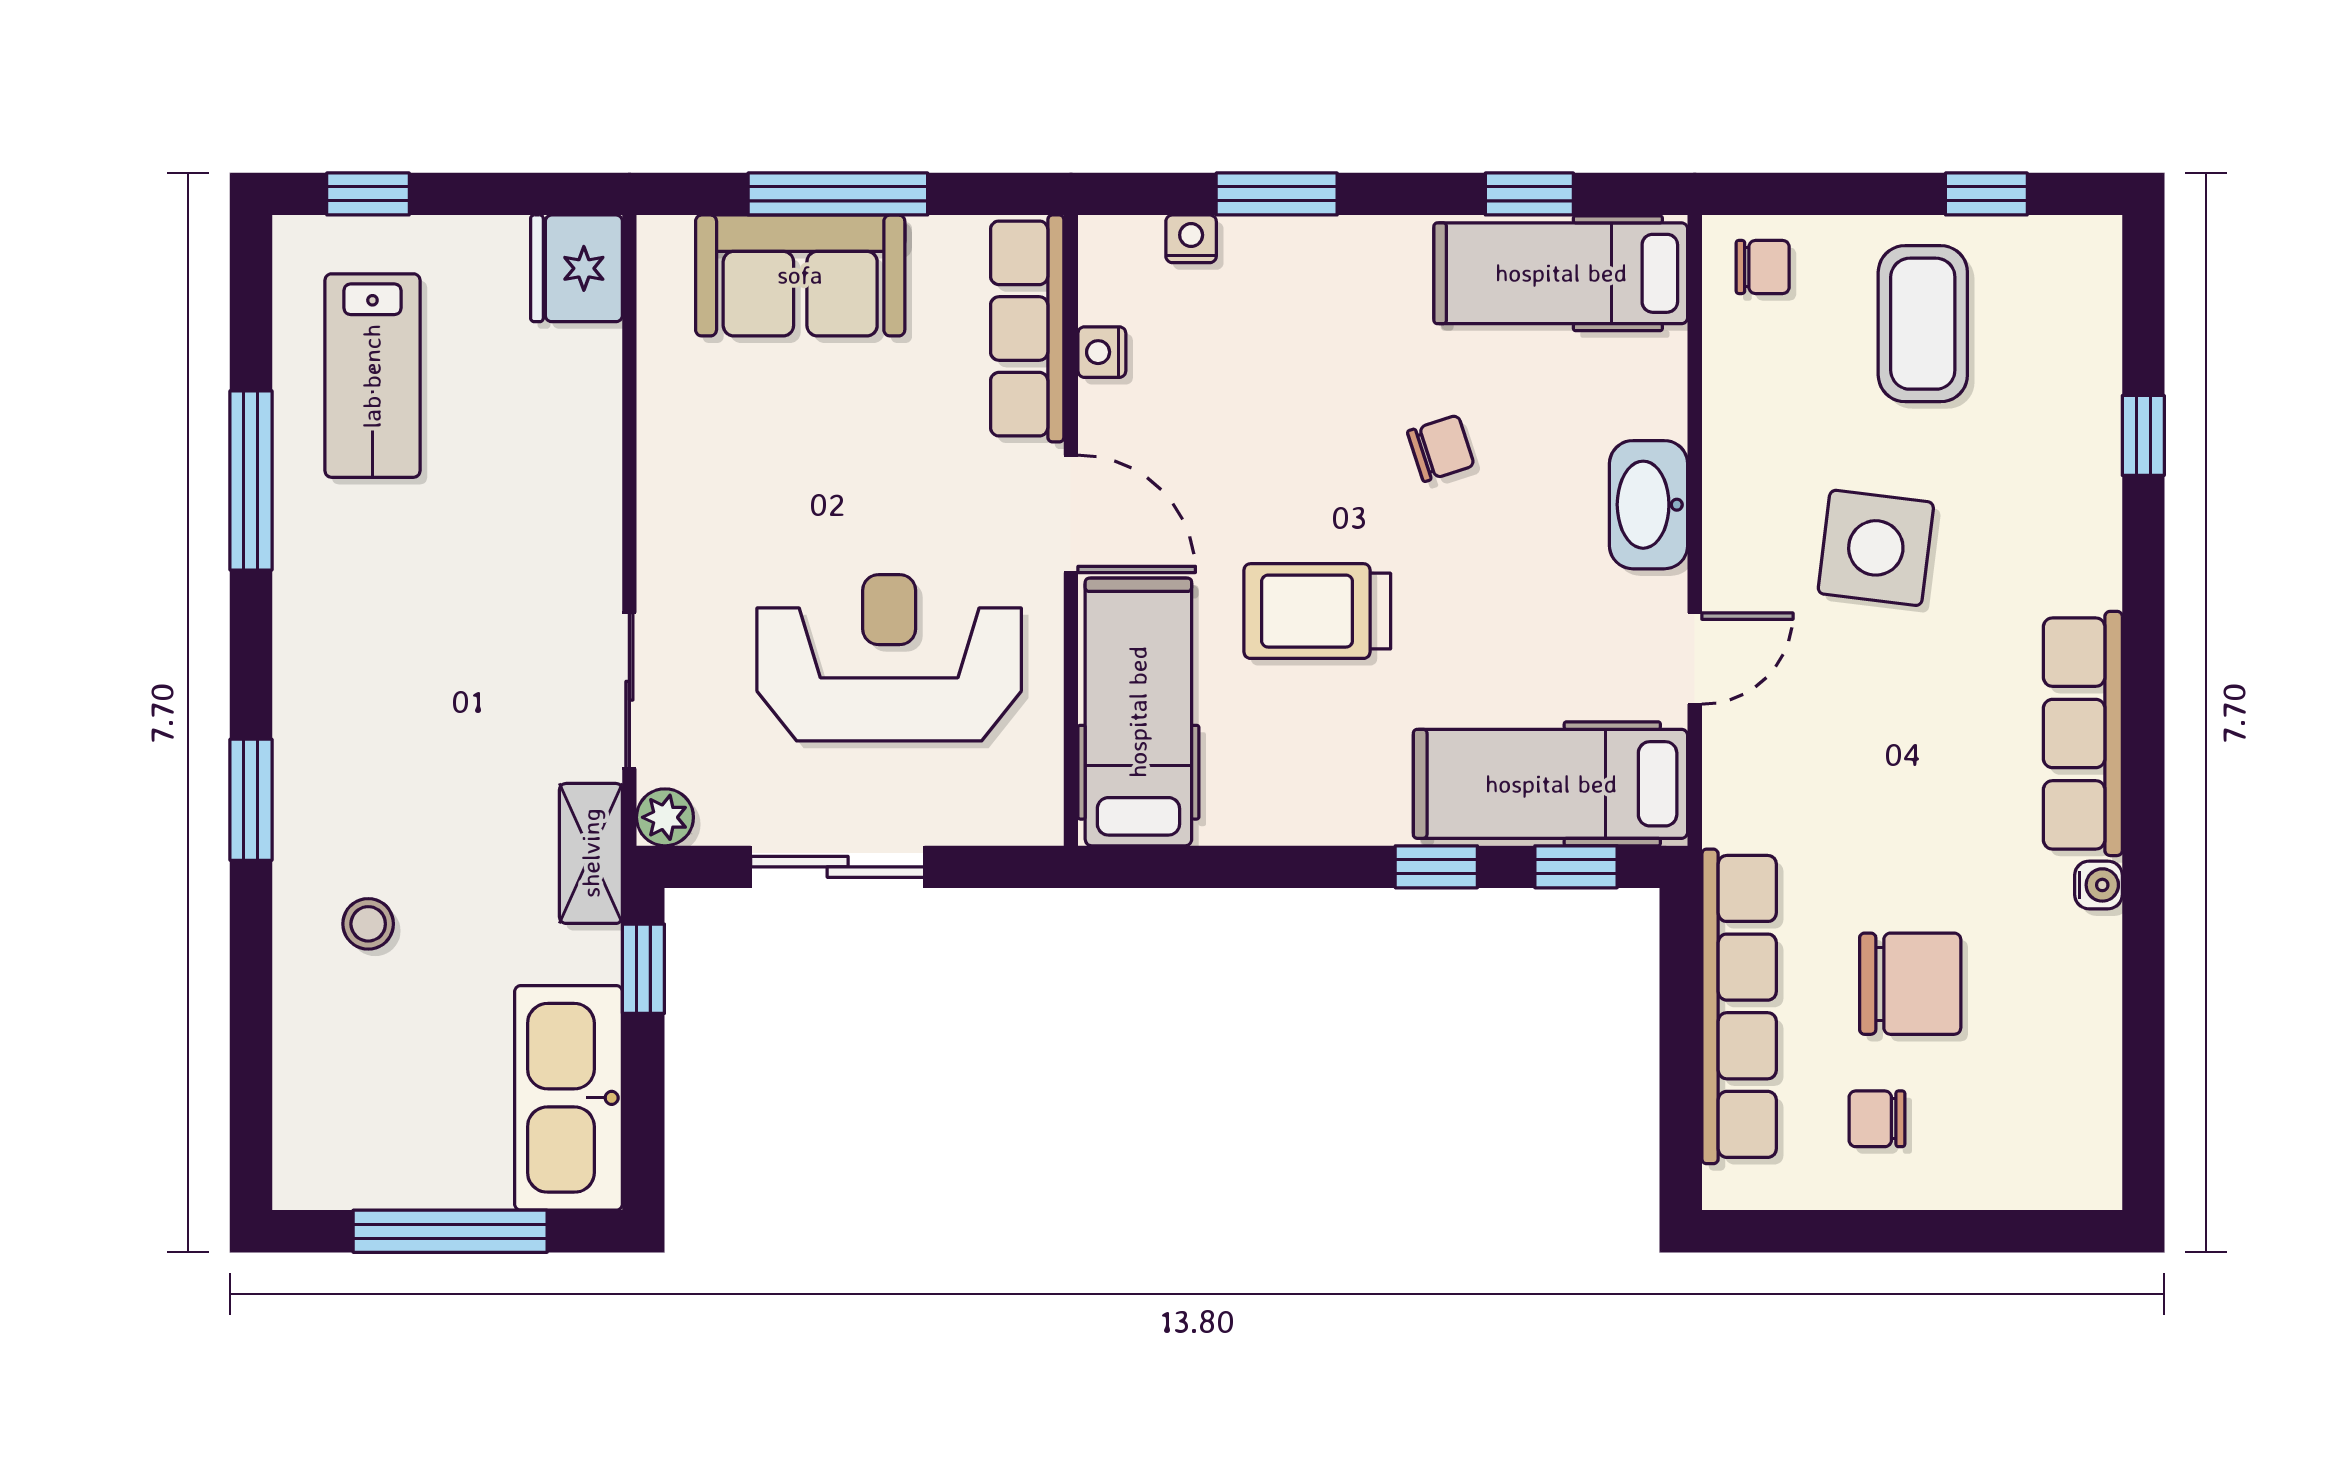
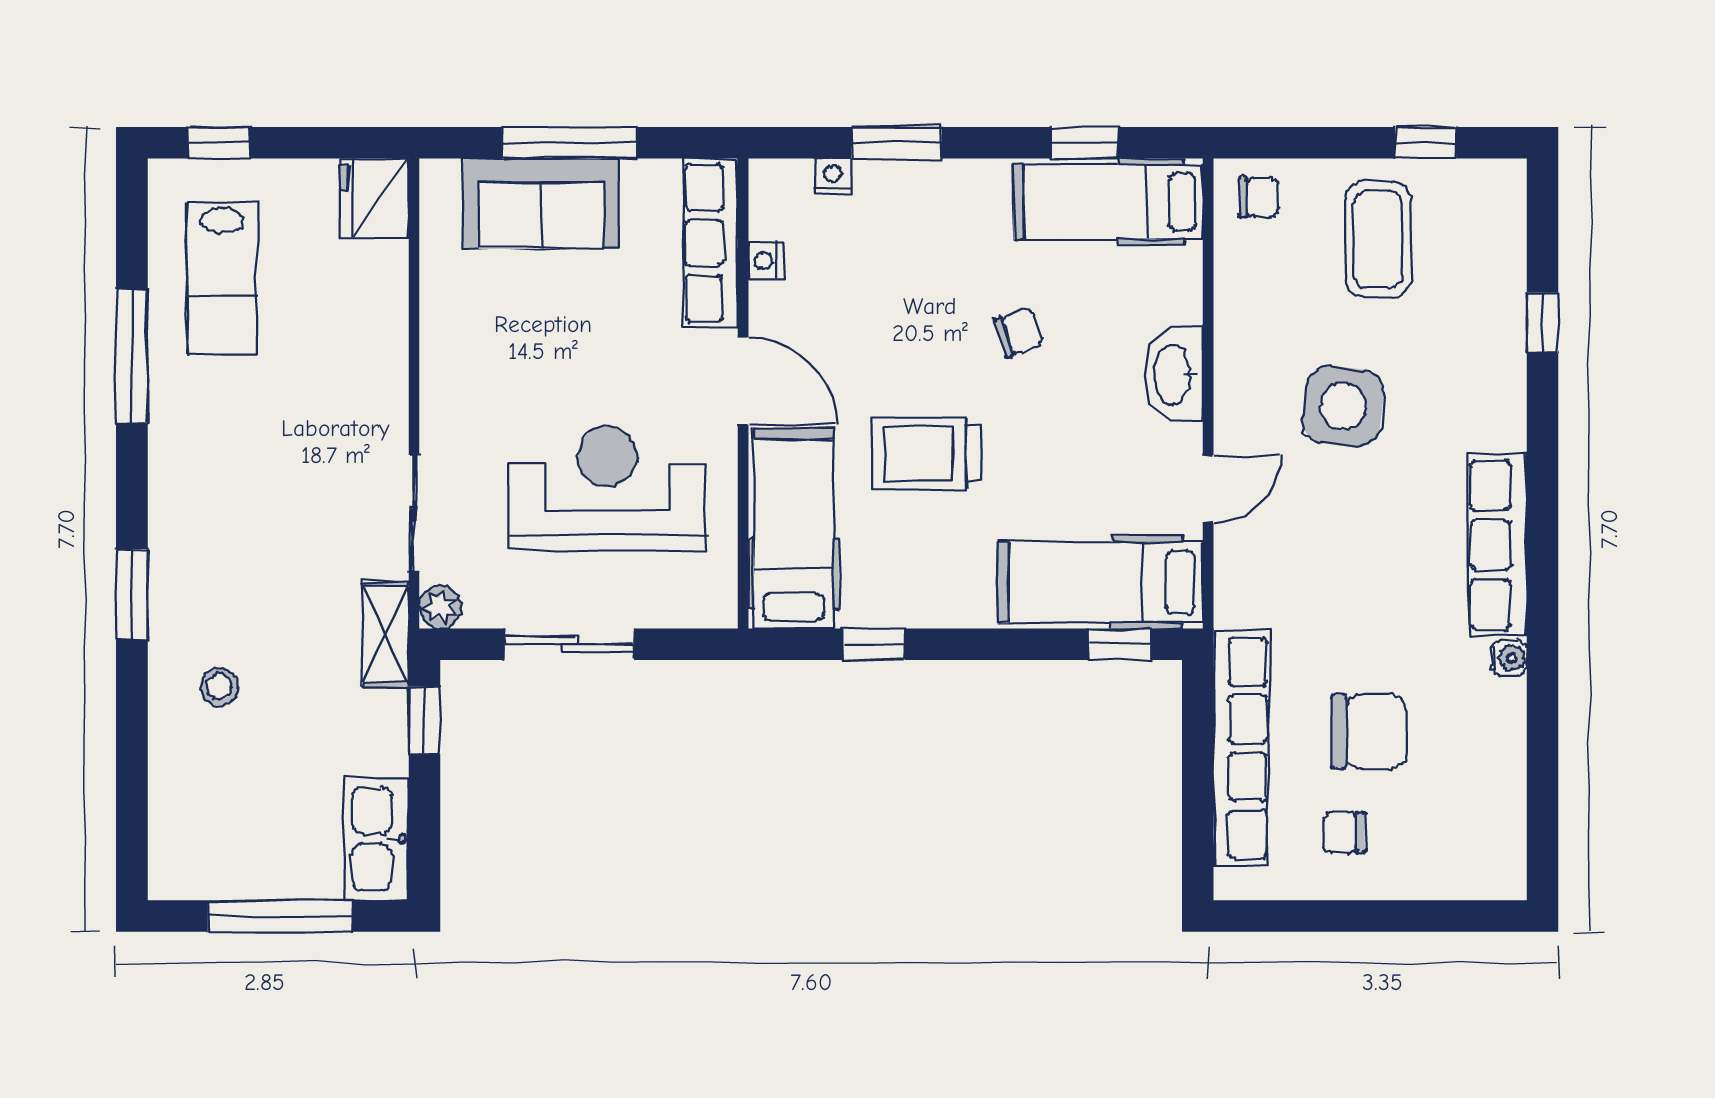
window: (1436, 867) -> (874, 644), moved
kitchen sink: (569, 1098) -> (376, 839), width x0.73, depth x0.81

